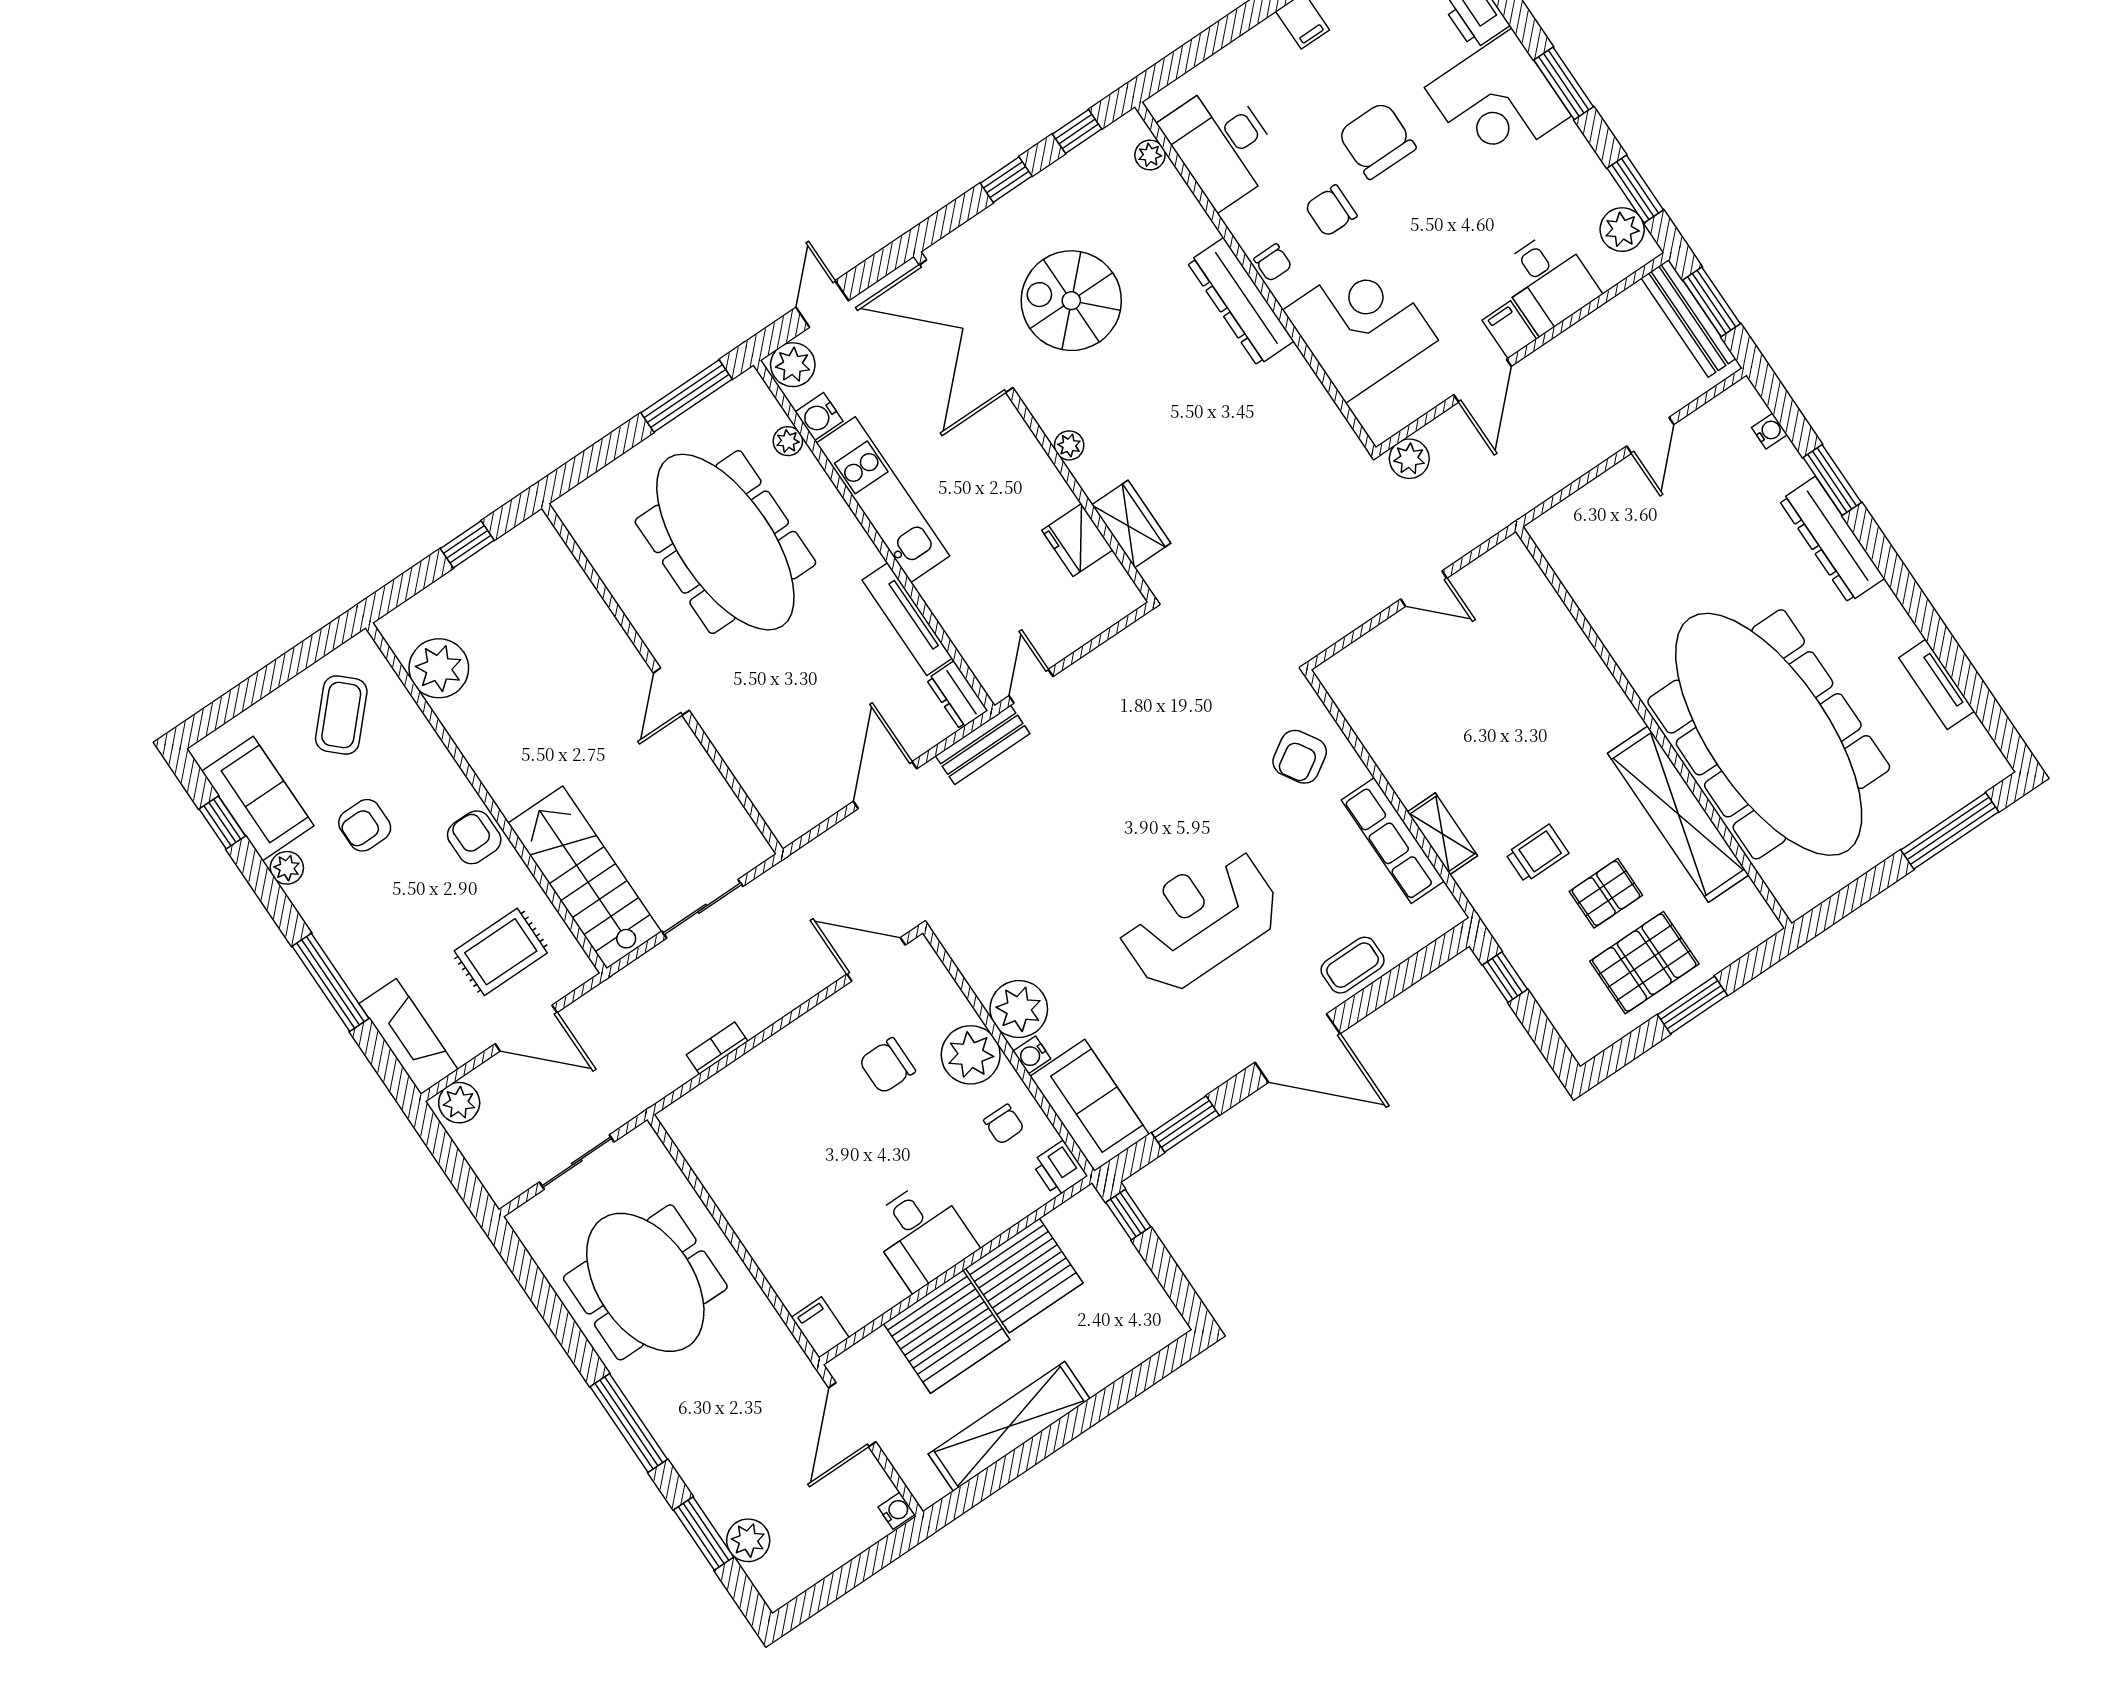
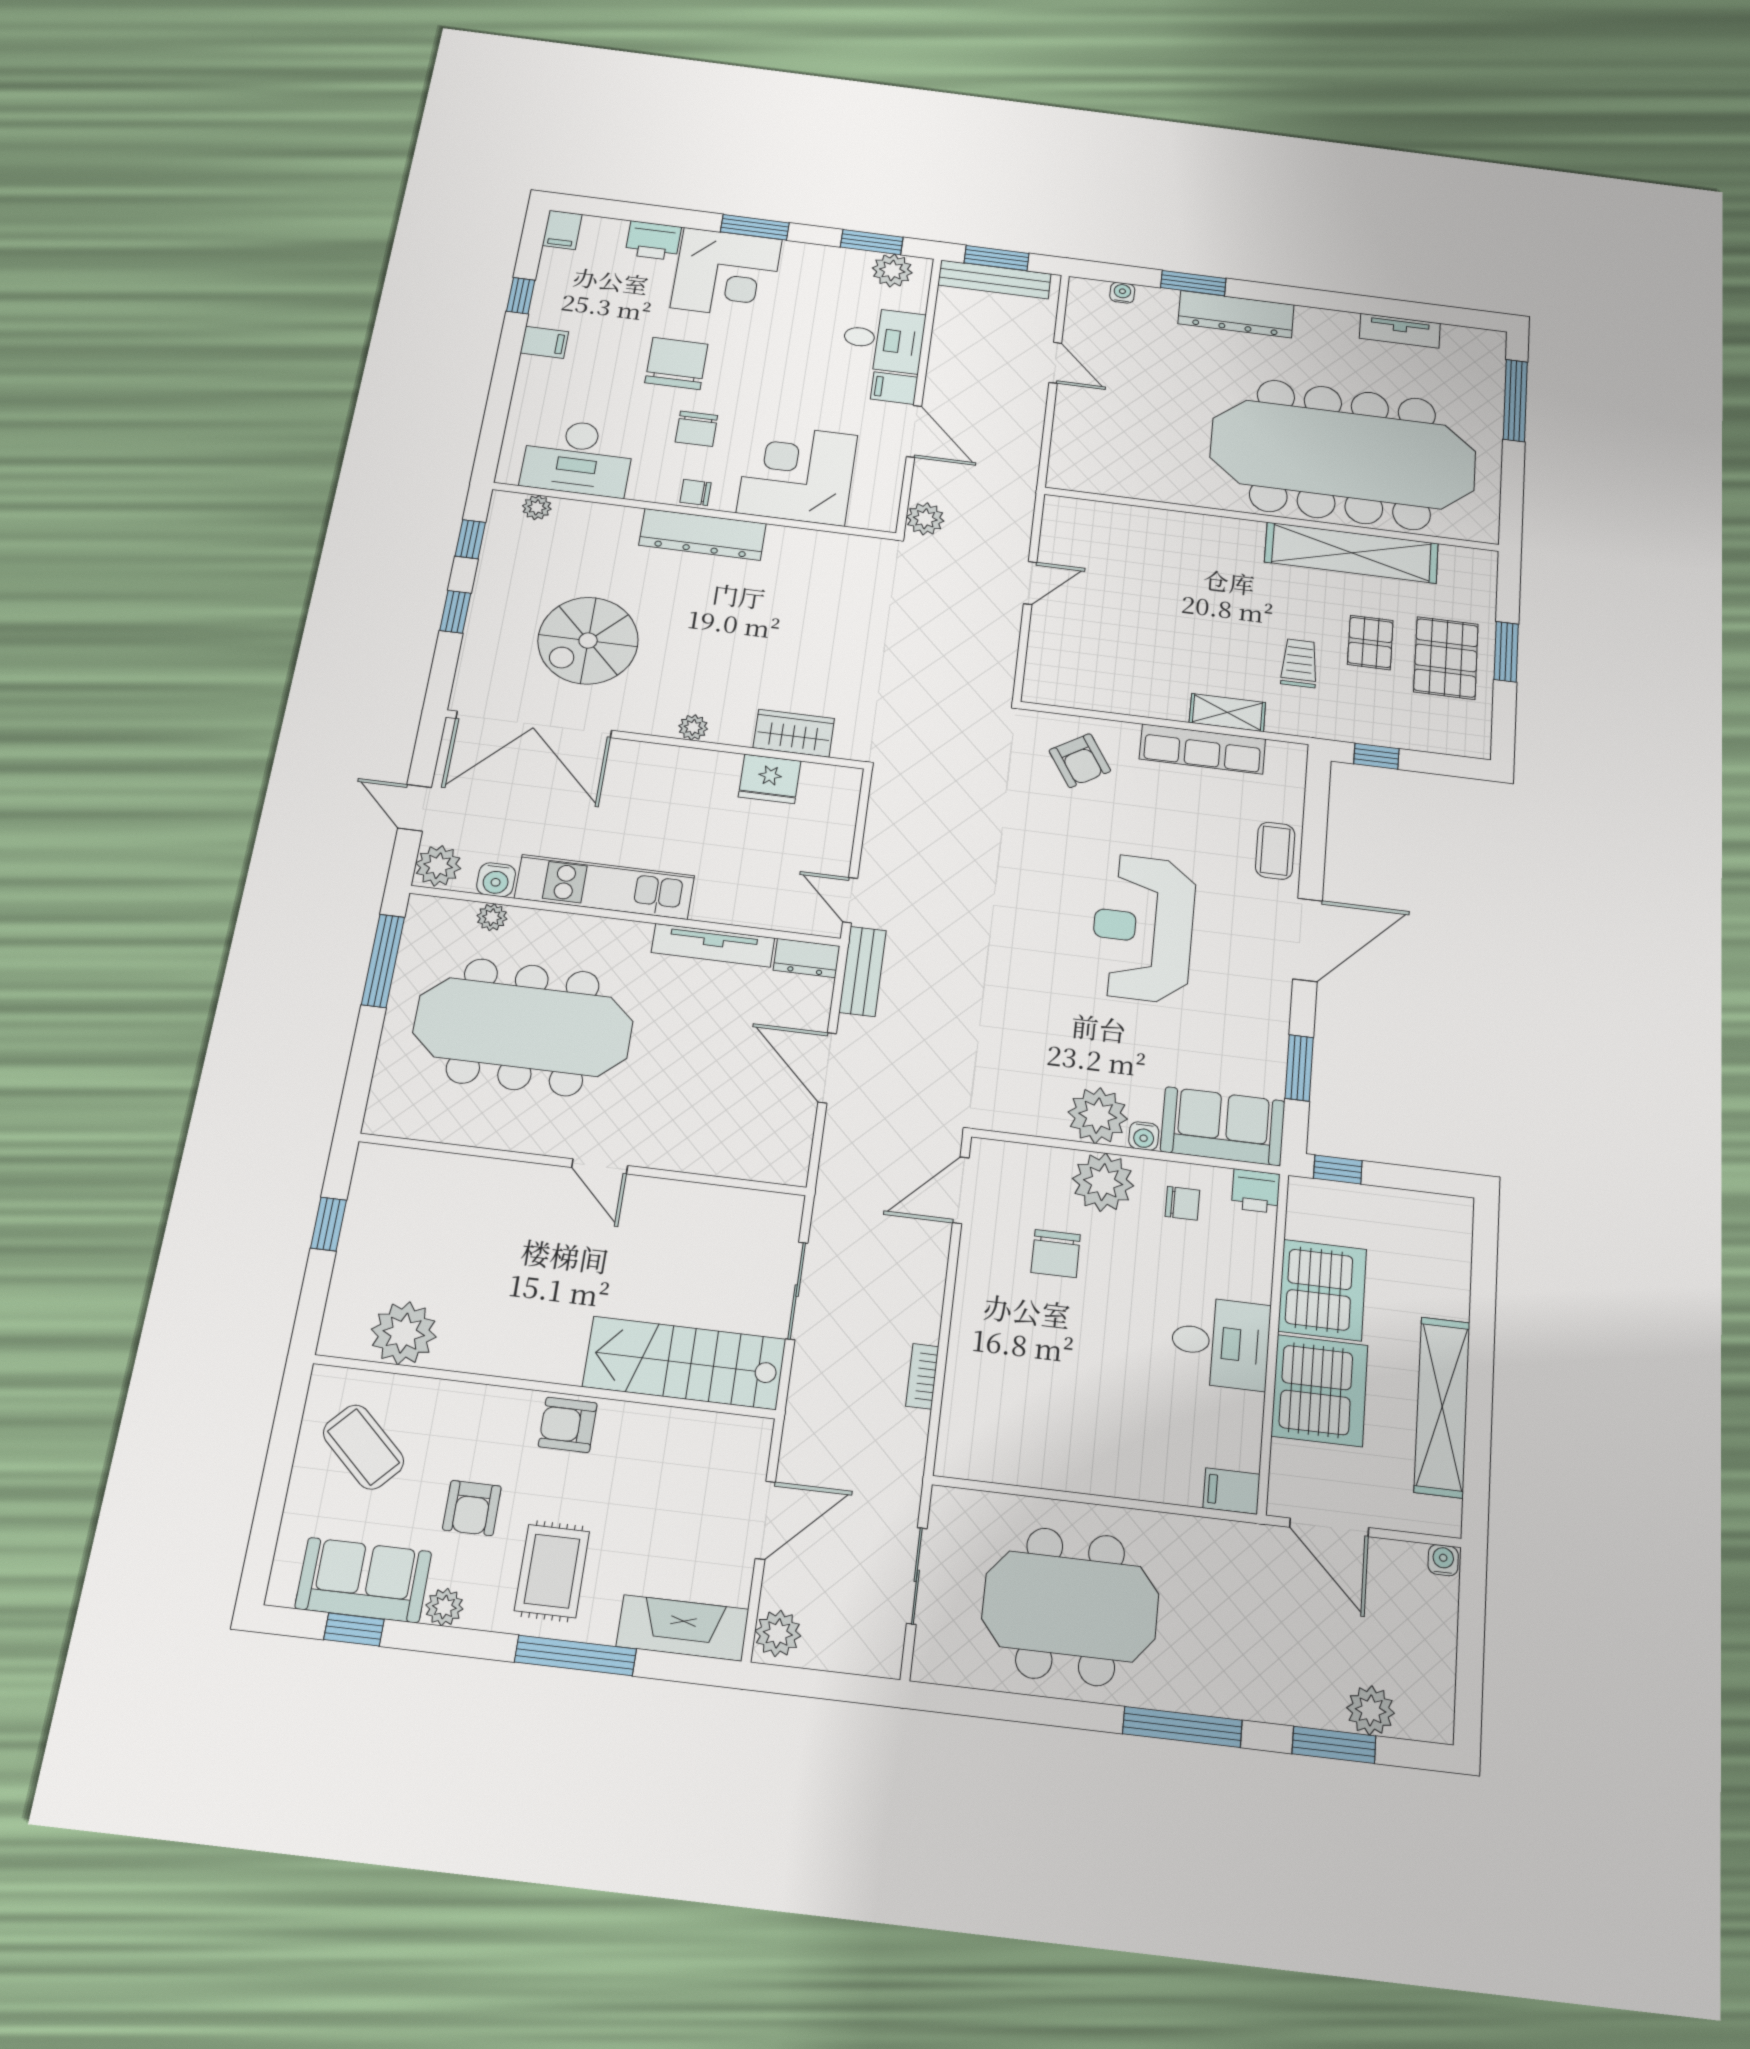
chair: (1377, 140) -> (676, 363), turned 90
chair: (1273, 263) -> (696, 492), turned 180
rug: (501, 952) -> (552, 1571), moved

